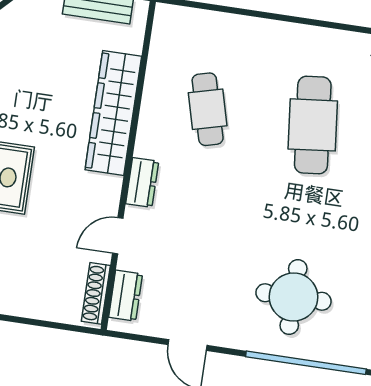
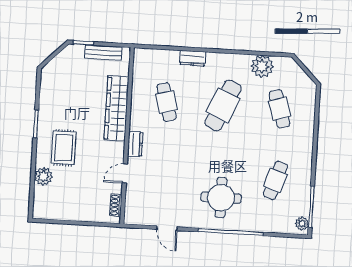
cafe table: (313, 125) -> (223, 105), turned 30
shoe rack: (96, 293) -> (116, 205), width x0.70
dresser: (126, 296) -> (193, 58), moved, turned 90

